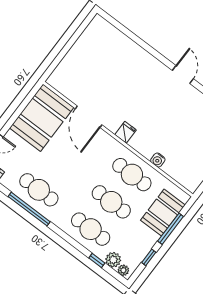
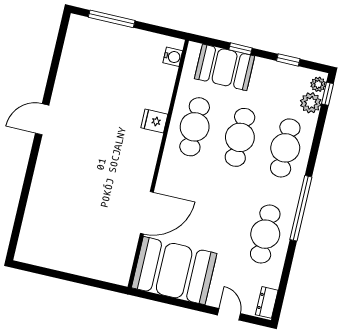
fridge: (125, 132) -> (154, 121), moved
water cooler: (158, 160) -> (173, 57), moved
window: (29, 209) -> (301, 208), moved
window: (171, 229) -> (240, 49), width x0.46
window: (97, 260) -> (328, 94), moved

